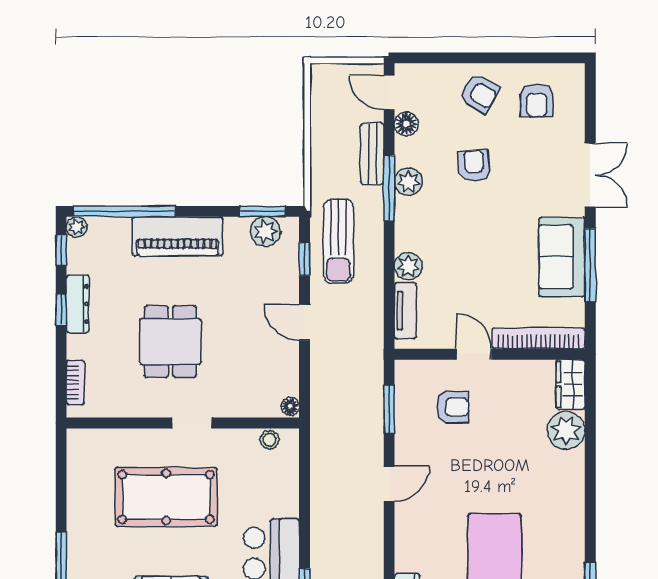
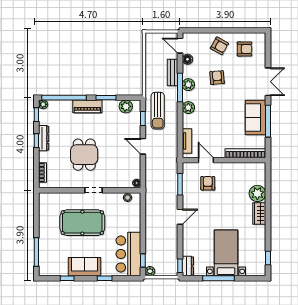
armchair: (537, 100) -> (245, 49), turned -90
window: (262, 211) -> (106, 98), moved
piano: (178, 236) -> (87, 106), width x0.73, depth x0.75
plant: (408, 266) -> (188, 108), moved
door: (474, 354) -> (206, 160), moved
wardrobe: (570, 384) -> (259, 214), moved
armchair: (453, 407) -> (208, 183), turned -90

